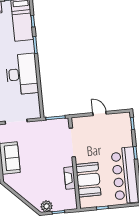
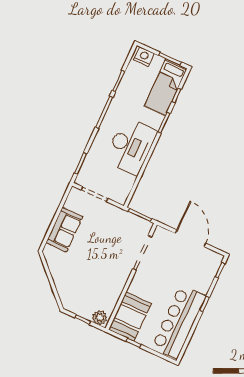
door: (100, 113) -> (191, 238), width x1.87
fireplace: (70, 178) -> (117, 290), removed
booth: (88, 180) -> (130, 317), moved
plant: (47, 206) -> (100, 318), moved

